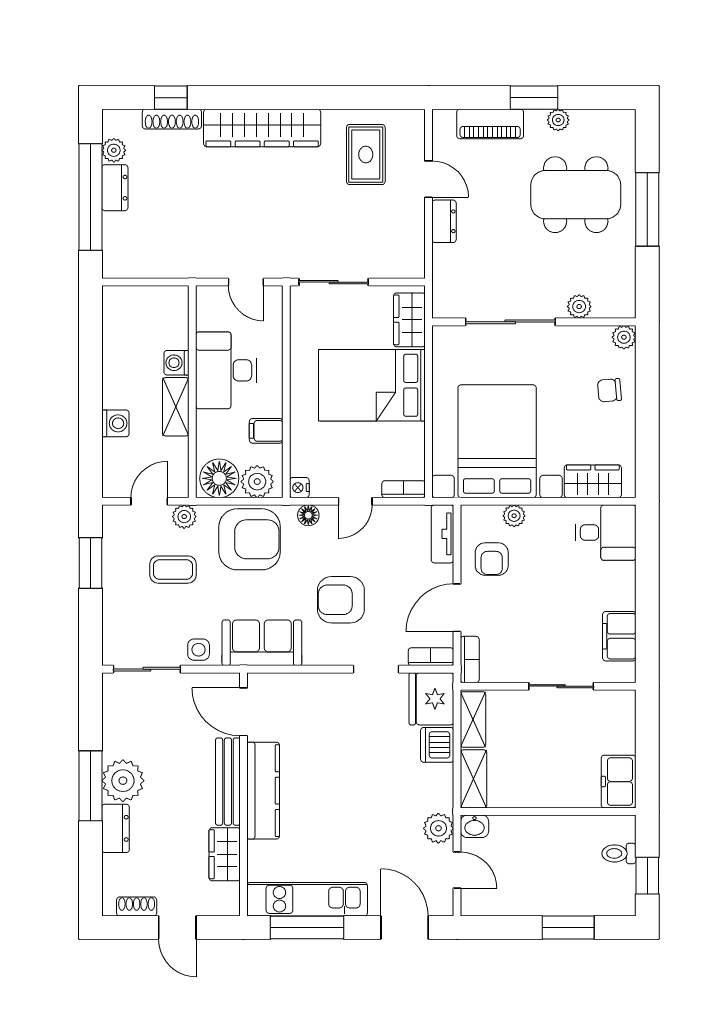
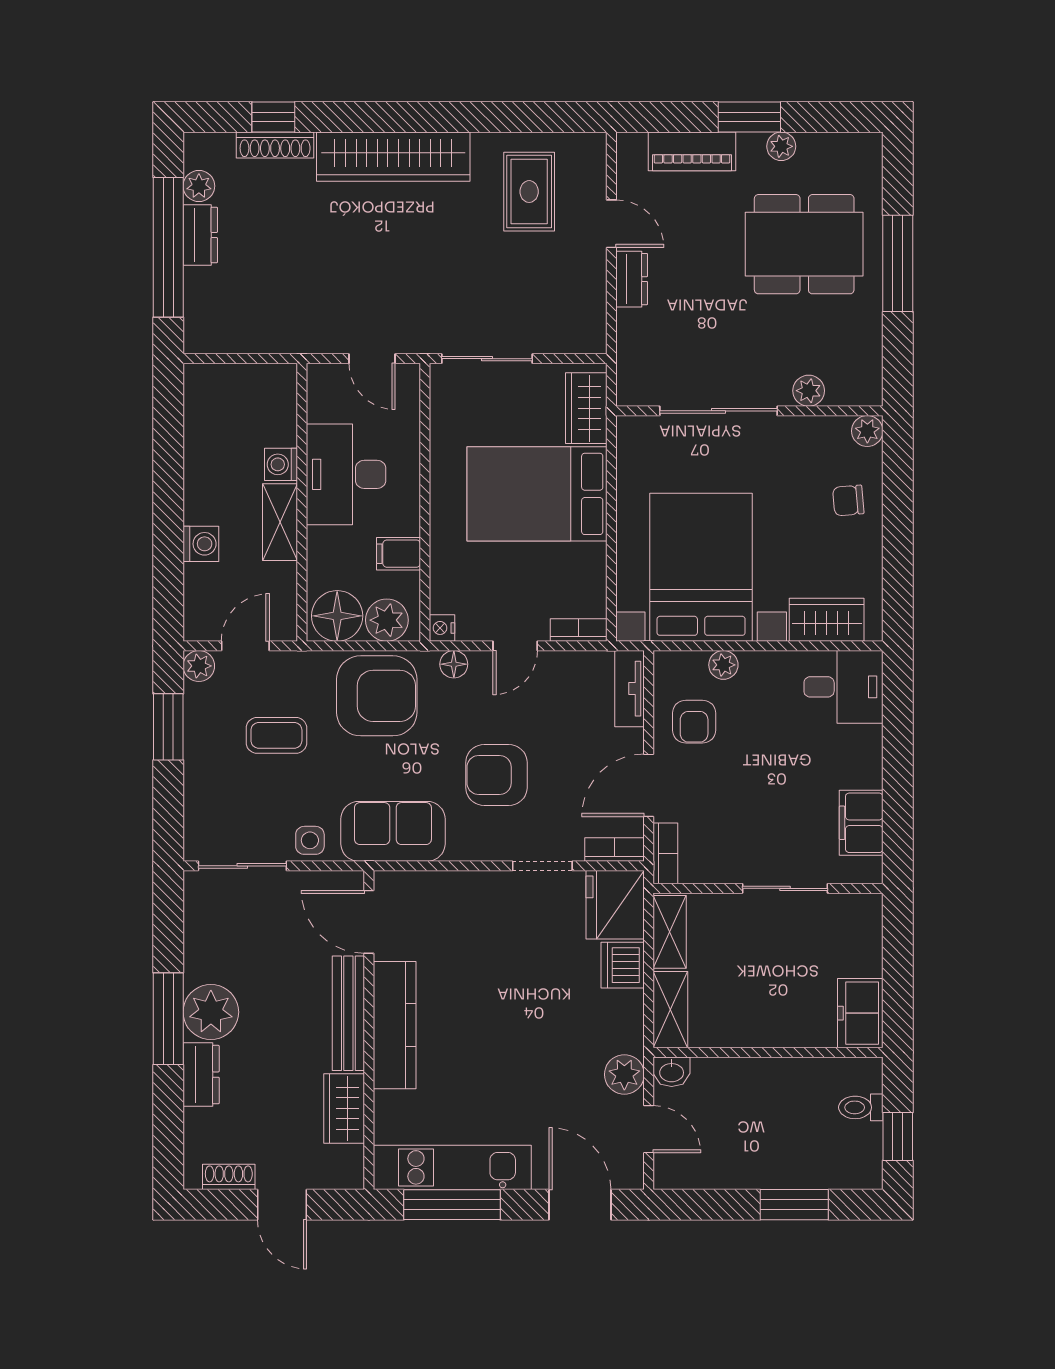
plant: (184, 517) -> (199, 666), moved

